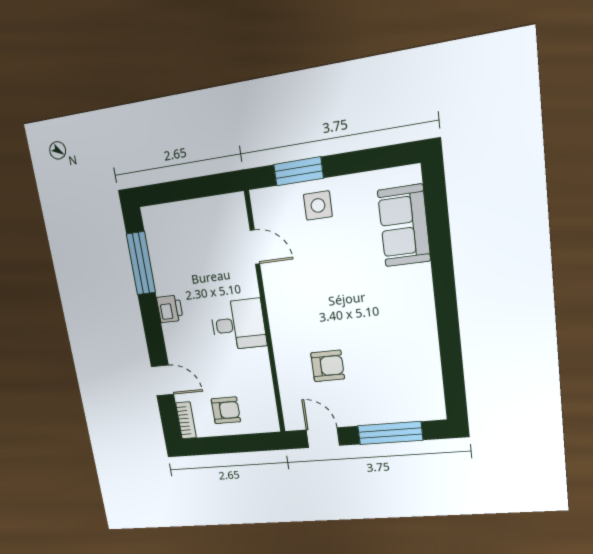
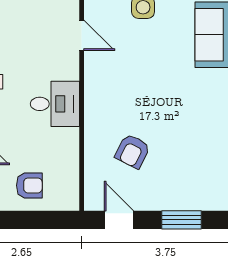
armchair: (328, 366) -> (133, 151), turned 117
window: (390, 433) -> (182, 220), width x0.69

